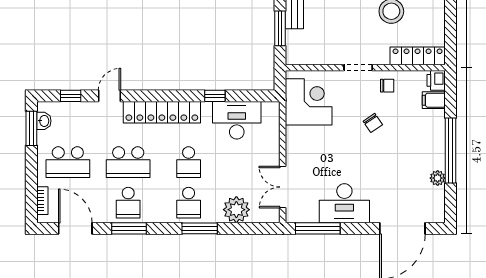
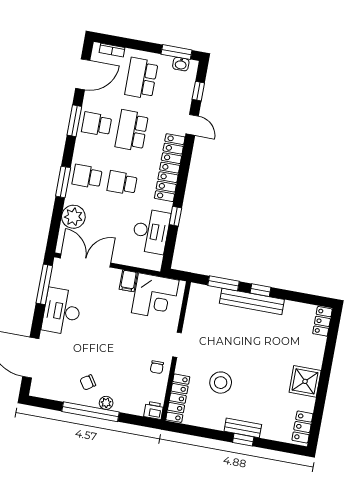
filing cabinet: (434, 100) -> (128, 281), moved, turned 180
chair: (373, 123) -> (88, 382), moved
plant: (438, 178) -> (106, 403), moved
double door: (283, 187) -> (86, 260), width x1.37

